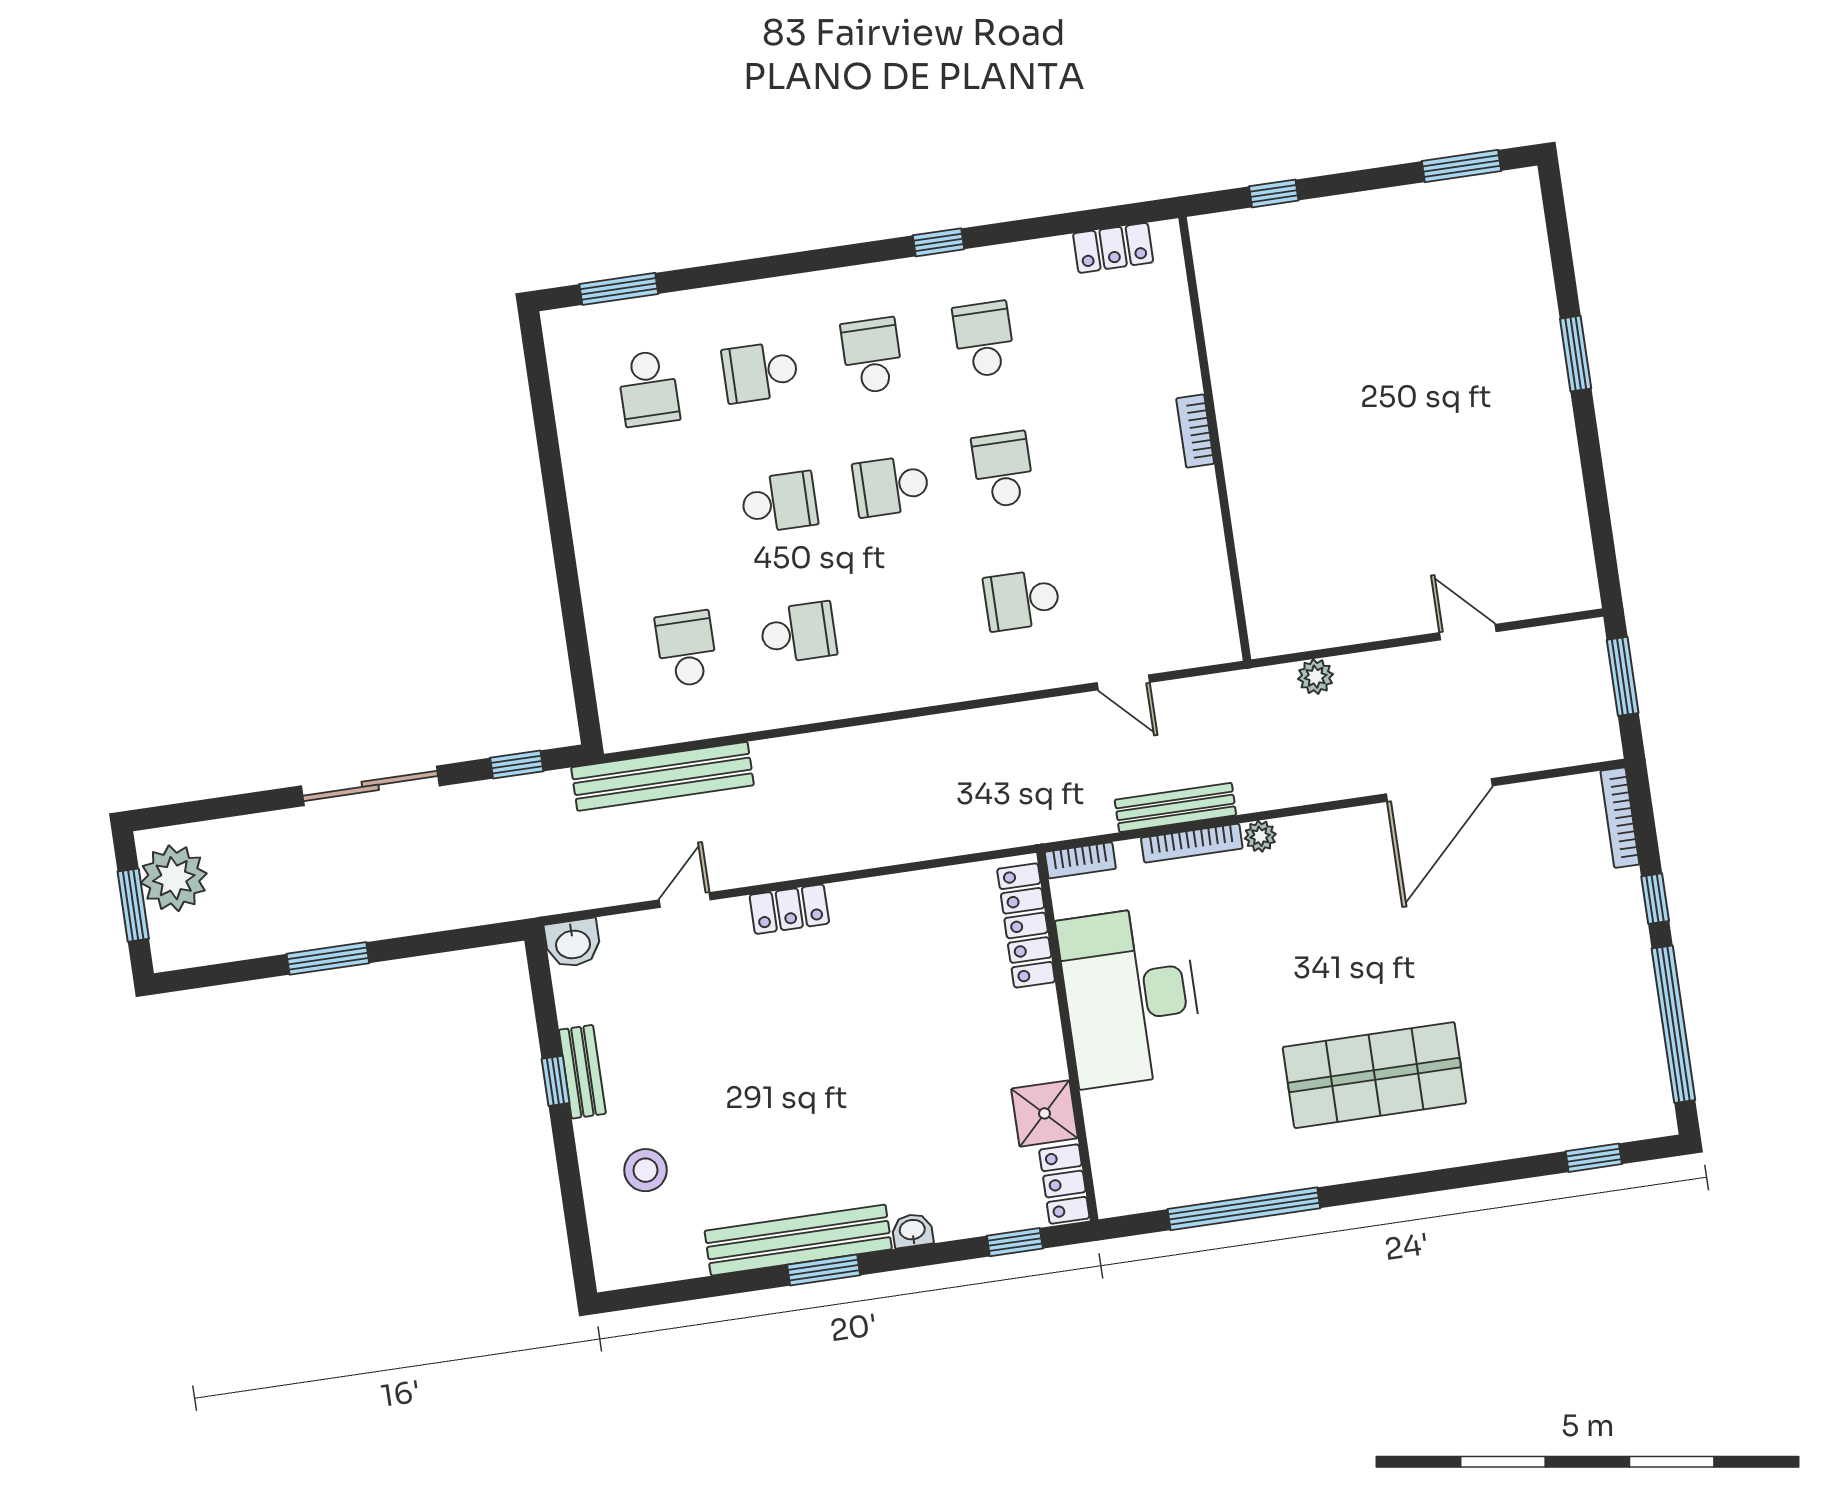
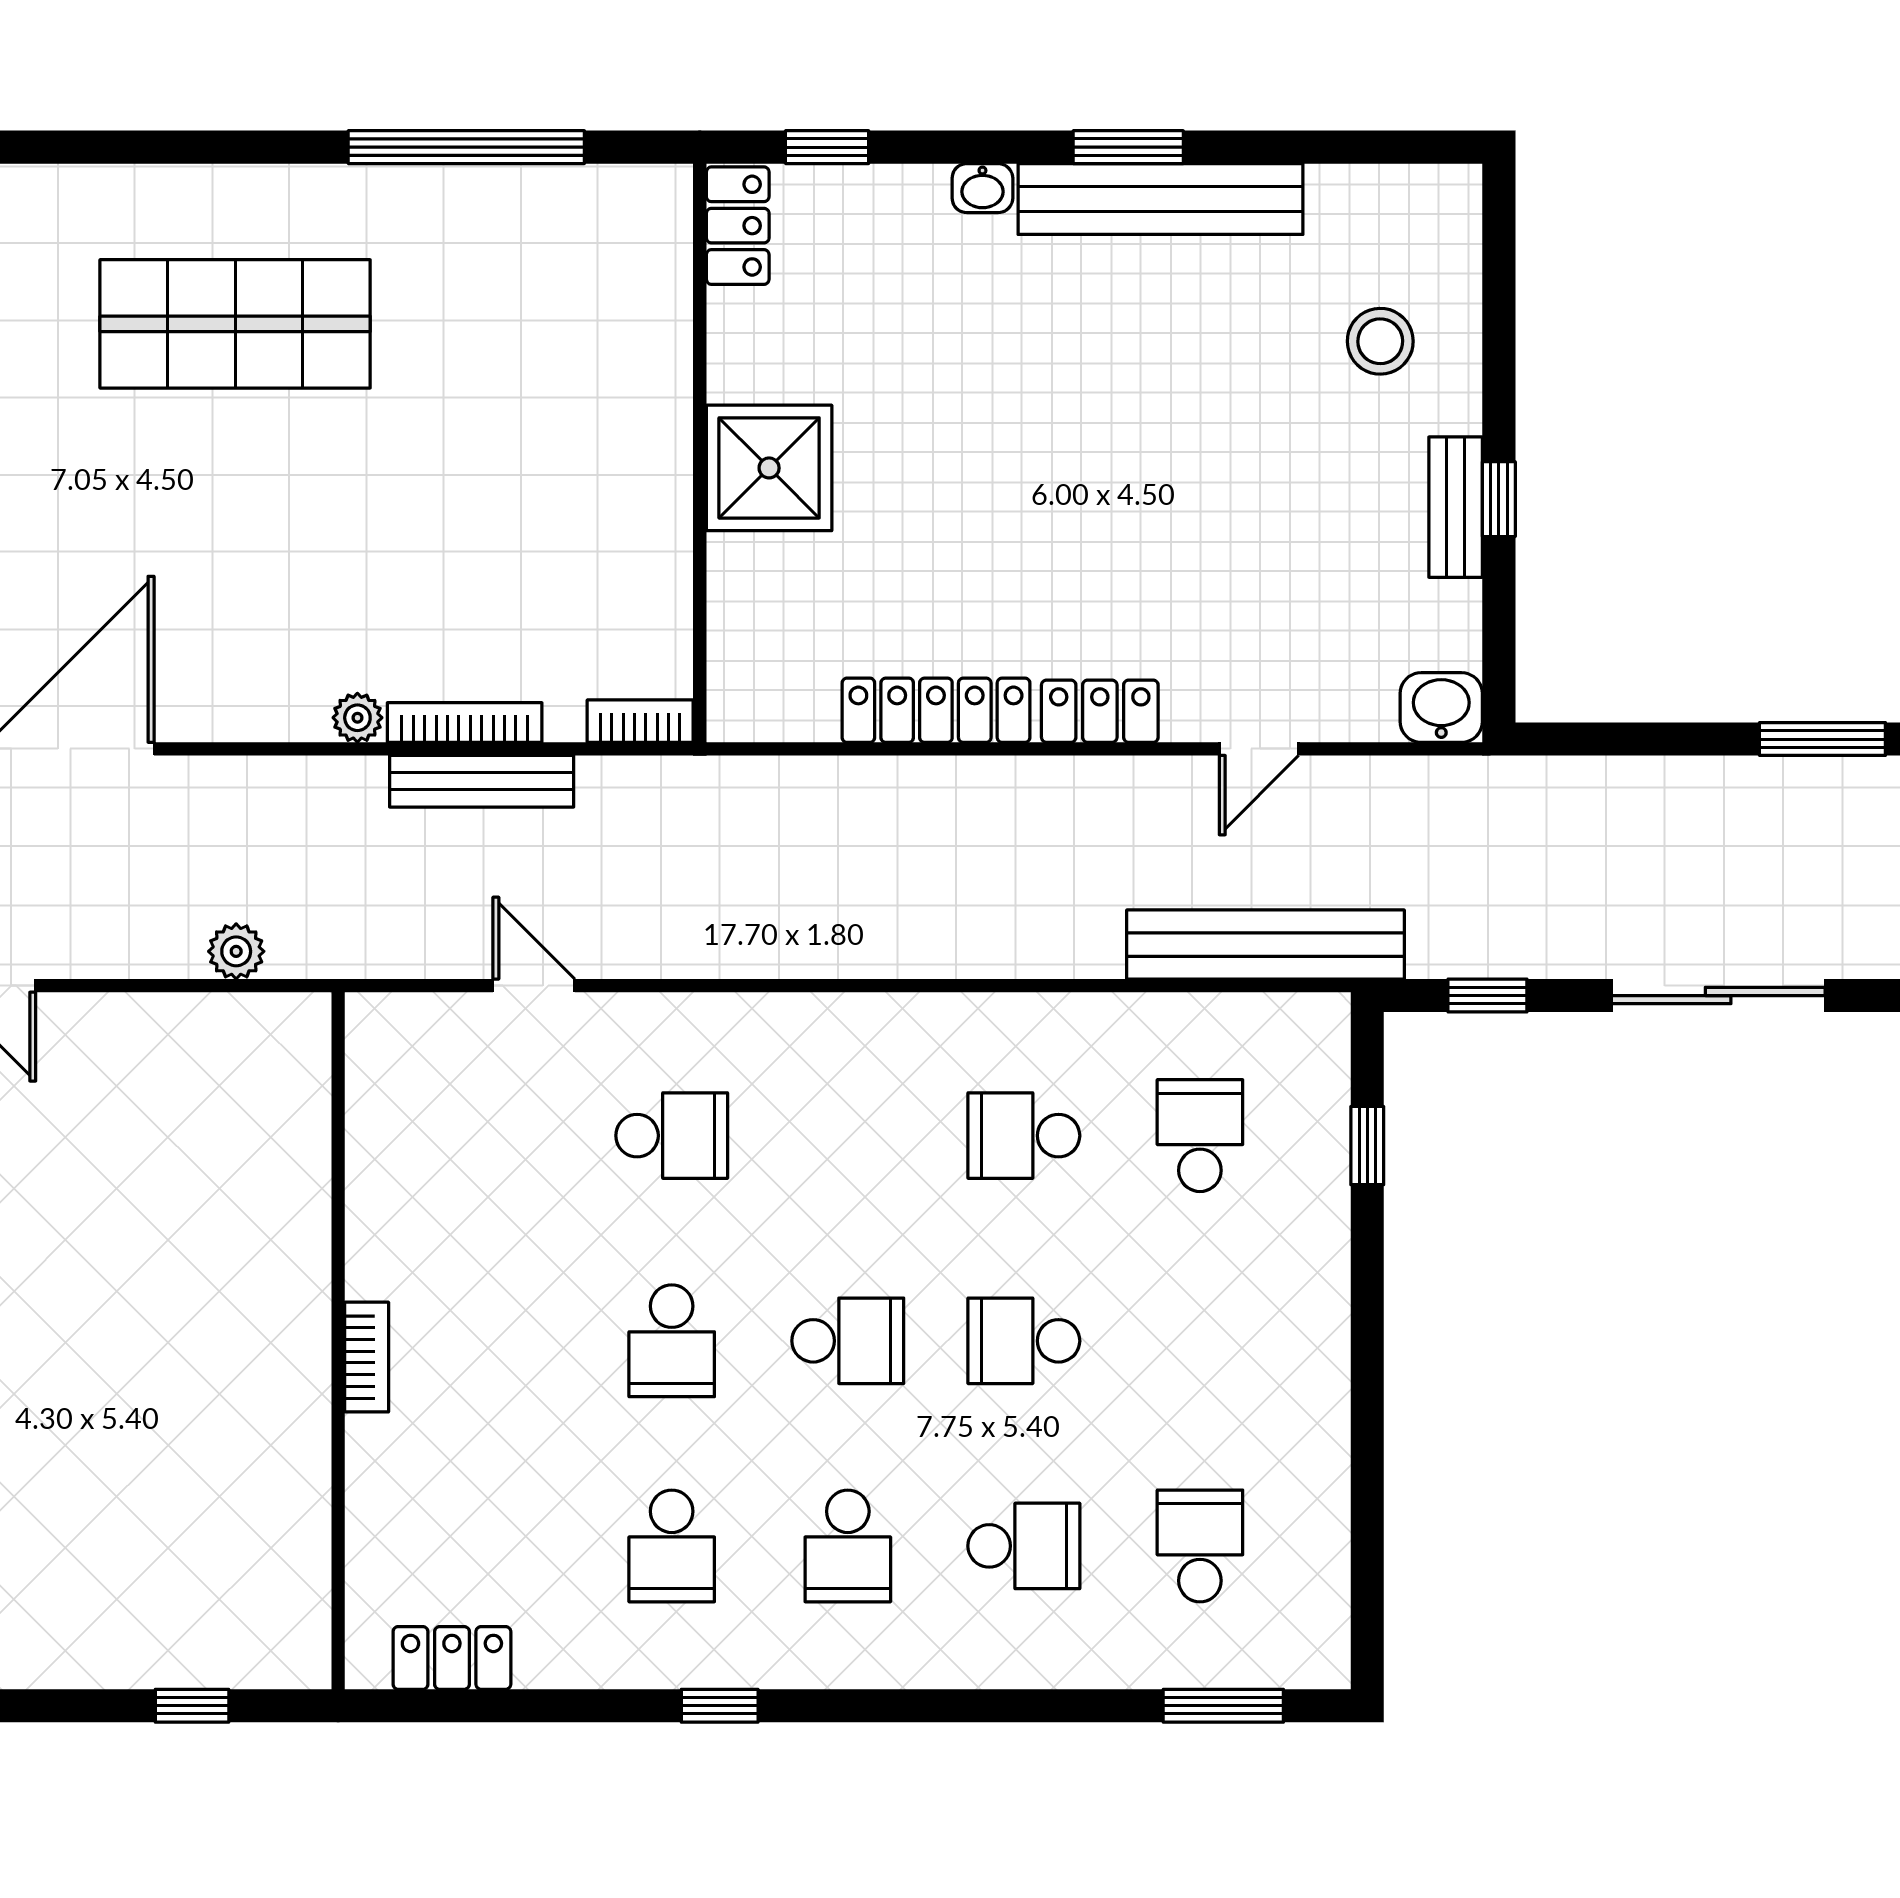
school desk: (686, 649) -> (1200, 1136), turned 180
window: (579, 658) -> (1367, 1146), added
locker: (1026, 925) -> (936, 710), moved, turned -90
desk: (1130, 996) -> (593, 500), removed
shower: (1044, 1113) -> (769, 468), moved, width x1.36, depth x1.36

